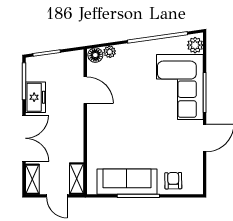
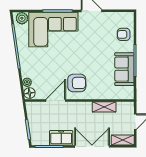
armchair: (109, 118) -> (77, 83), added
shelving: (77, 179) -> (104, 107), moved
sofa: (127, 182) -> (124, 69), width x0.73

